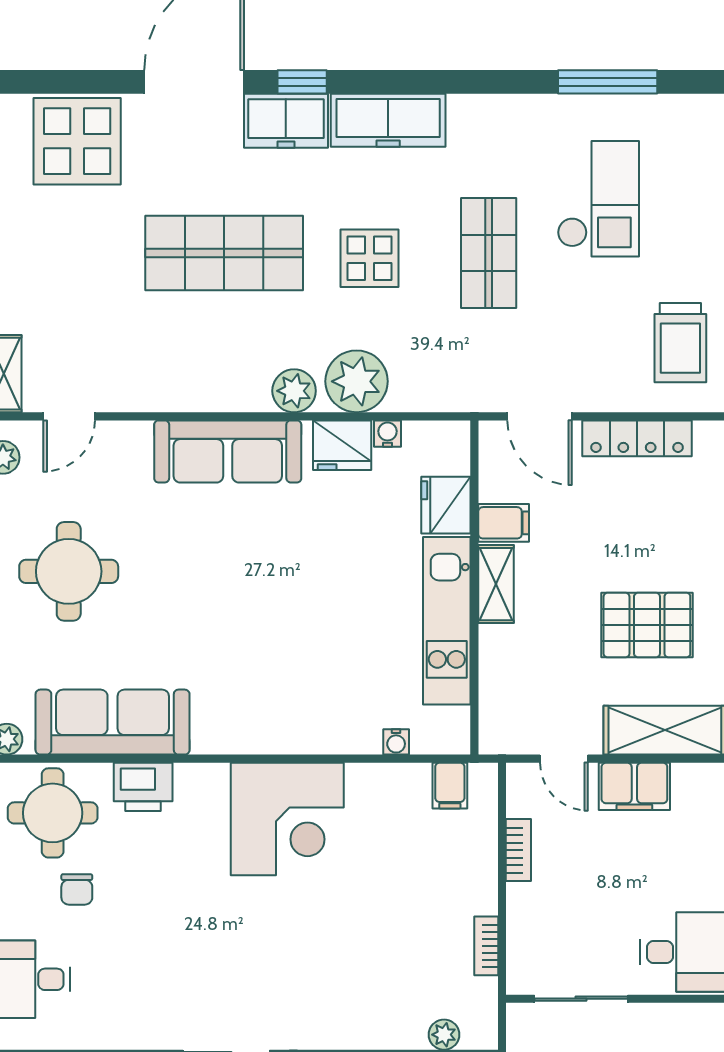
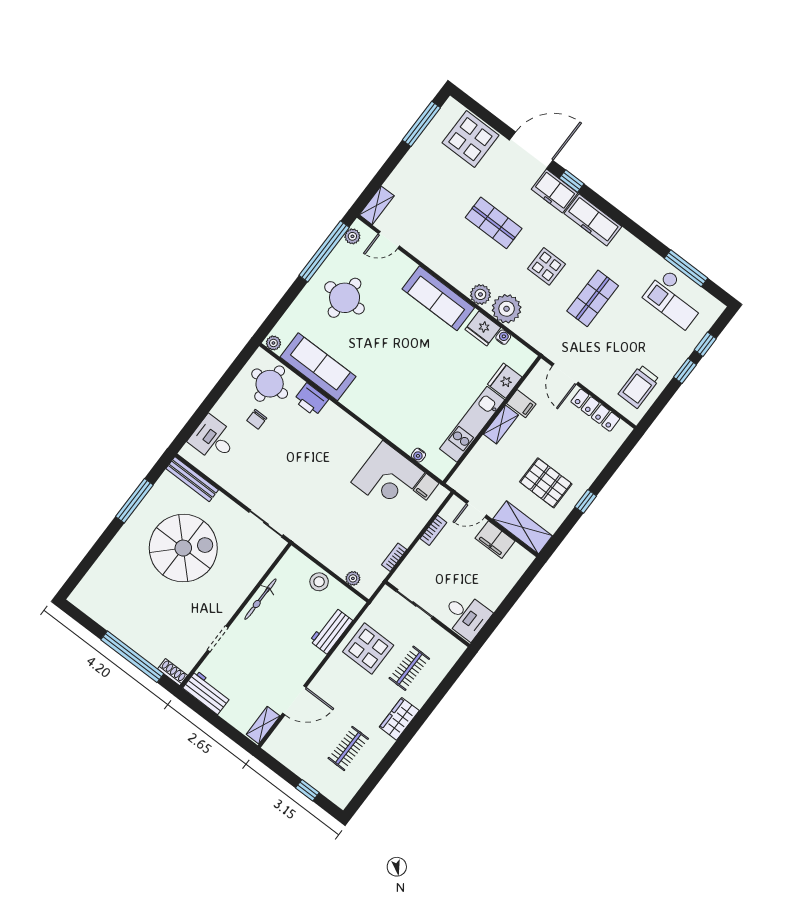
checkout: (598, 199) -> (675, 299), moved, turned 90
shop shelf: (224, 253) -> (494, 223), width x0.70, depth x0.74
door: (564, 759) -> (477, 509), hinge flipped
corner desk: (287, 819) -> (388, 477), moved

